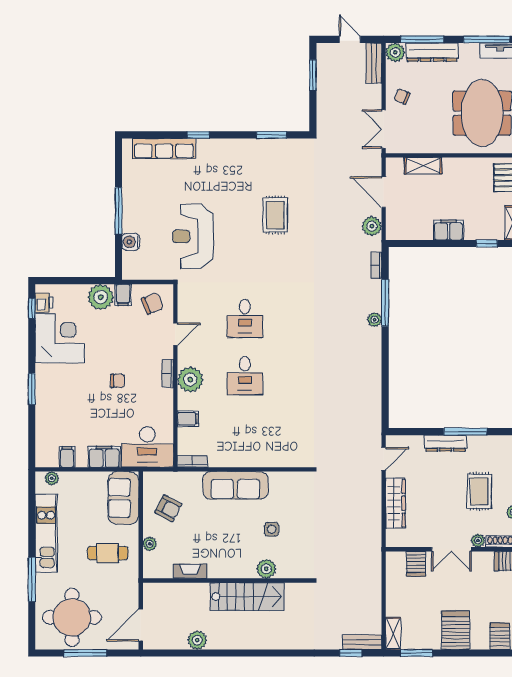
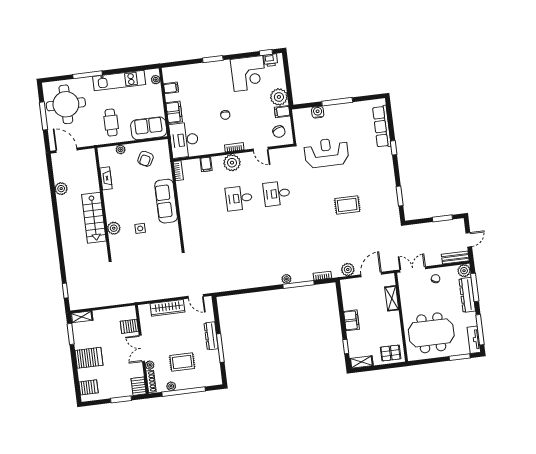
bench: (362, 642) -> (73, 297), removed

